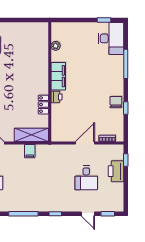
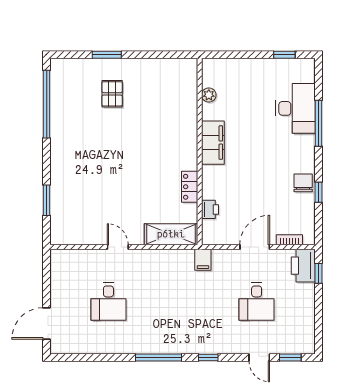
desk: (111, 38) -> (295, 108), moved
printer: (56, 97) -> (210, 209), moved
filing cabinet: (30, 151) -> (203, 260), moved
printer: (116, 171) -> (303, 266), moved

